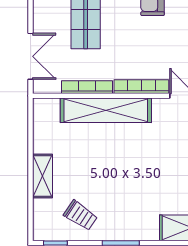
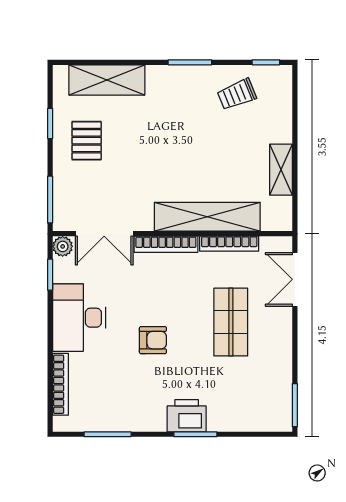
shelving: (43, 176) -> (281, 170), moved
trolley: (80, 215) -> (237, 94), turned -56

